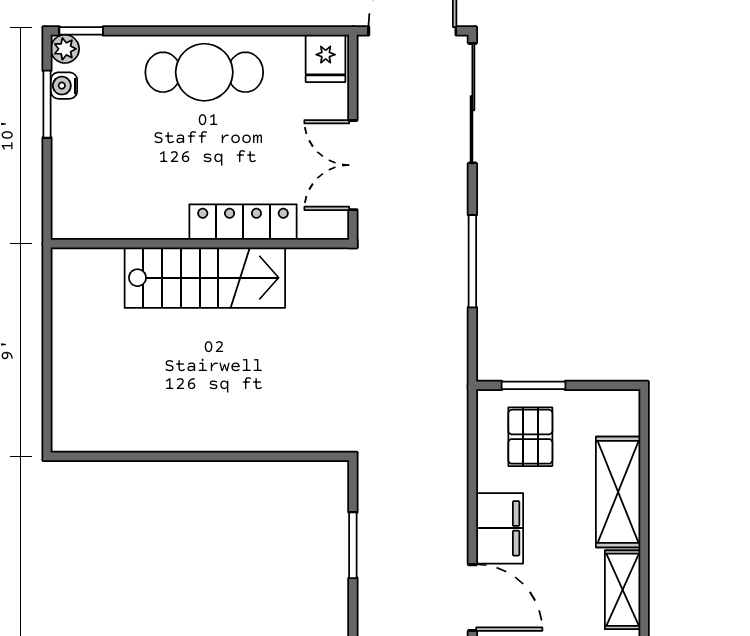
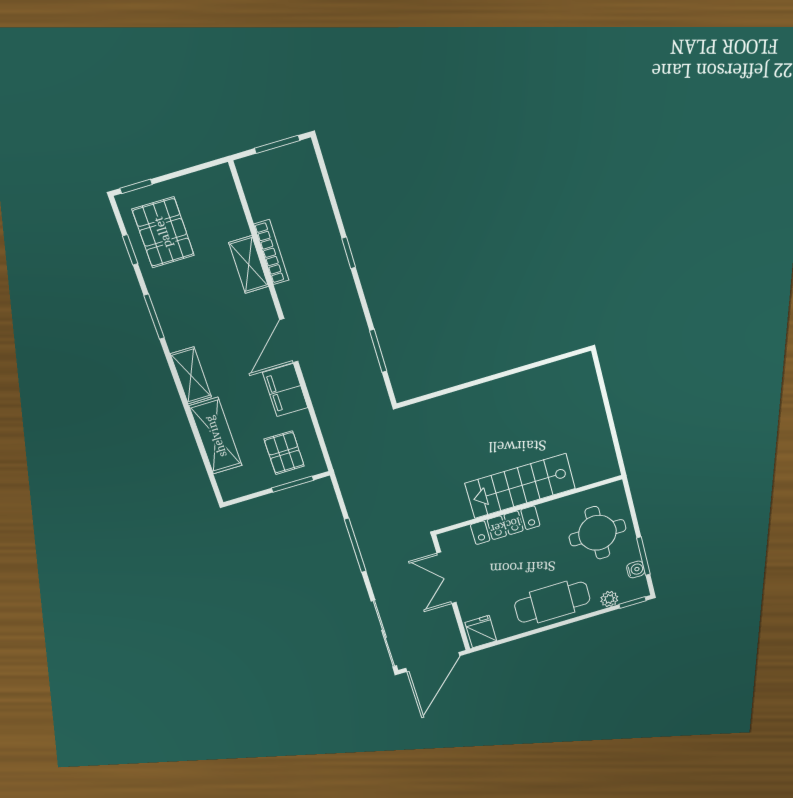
plant: (65, 49) -> (609, 599), moved
round table: (108, 165) -> (597, 533), added
double door: (353, 165) -> (447, 578), swing flipped
door: (472, 598) -> (289, 341), hinge flipped

